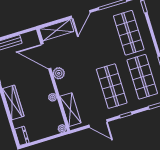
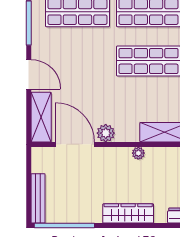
door: (46, 56) -> (75, 144), swing flipped

